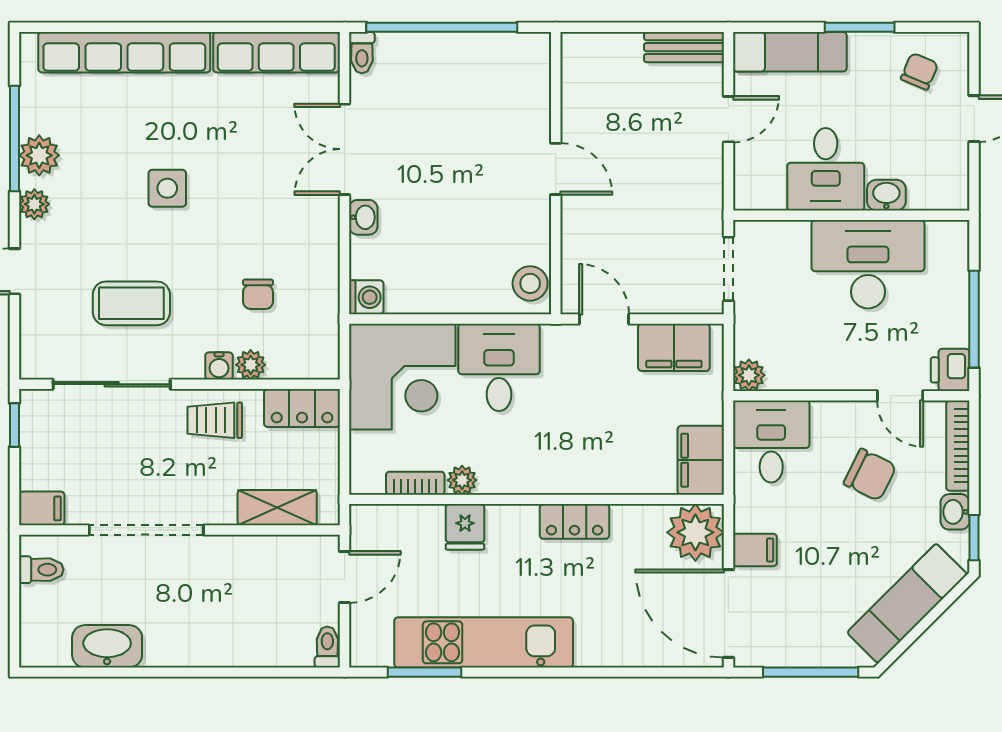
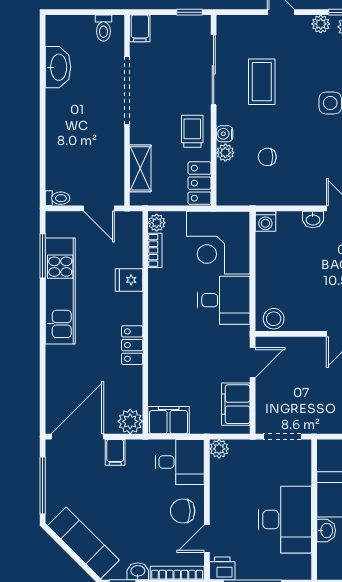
chair: (870, 475) -> (183, 511), moved, turned 64
plant: (462, 480) -> (157, 223), moved
plant: (695, 532) -> (130, 421), width x0.73, depth x0.73

